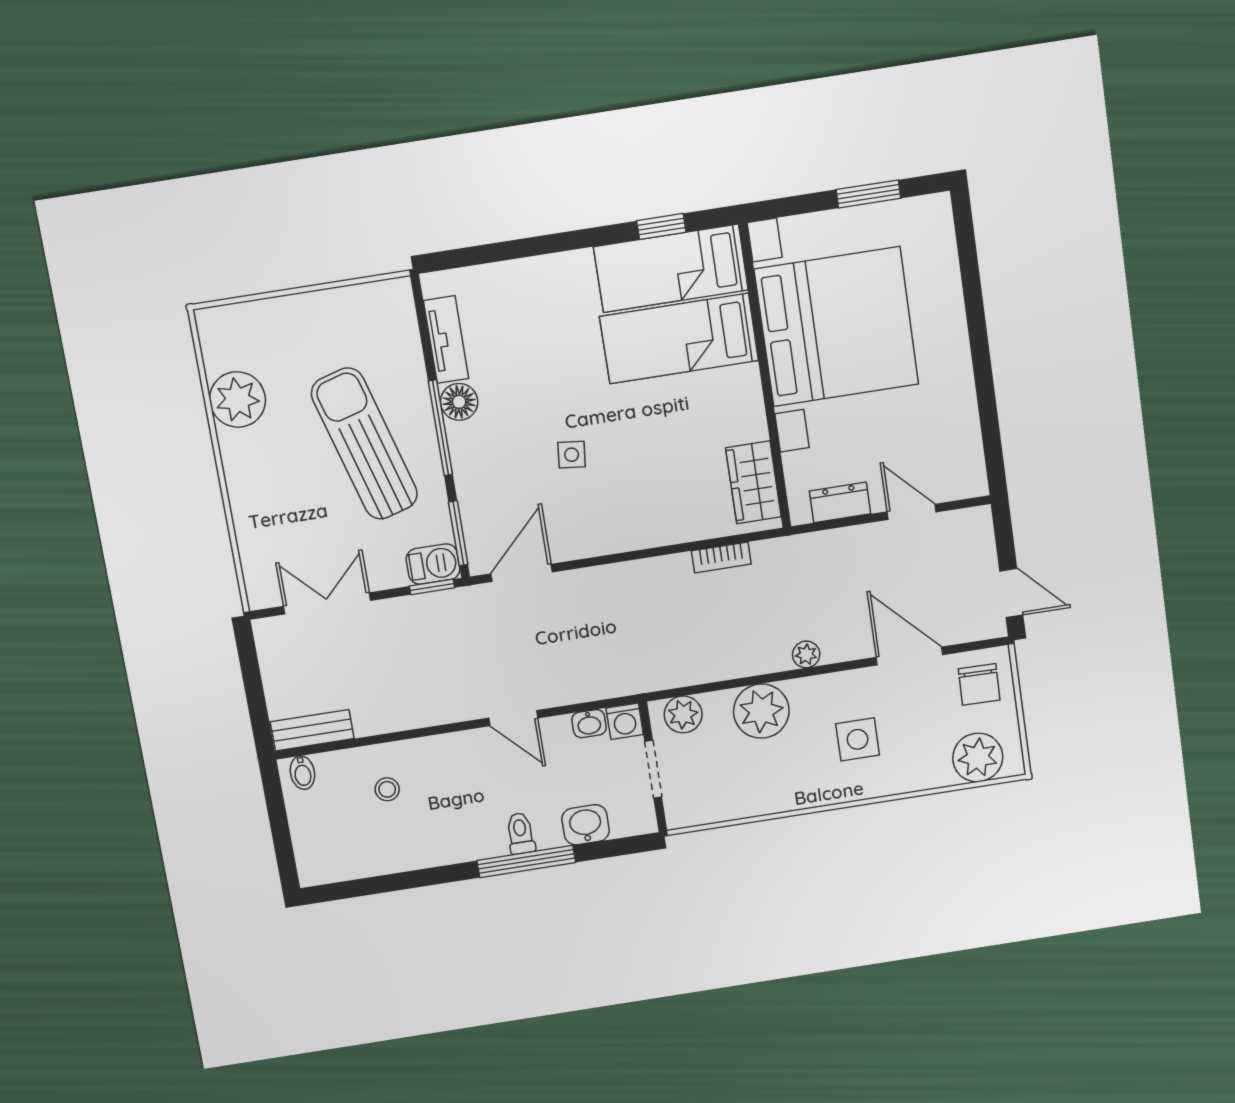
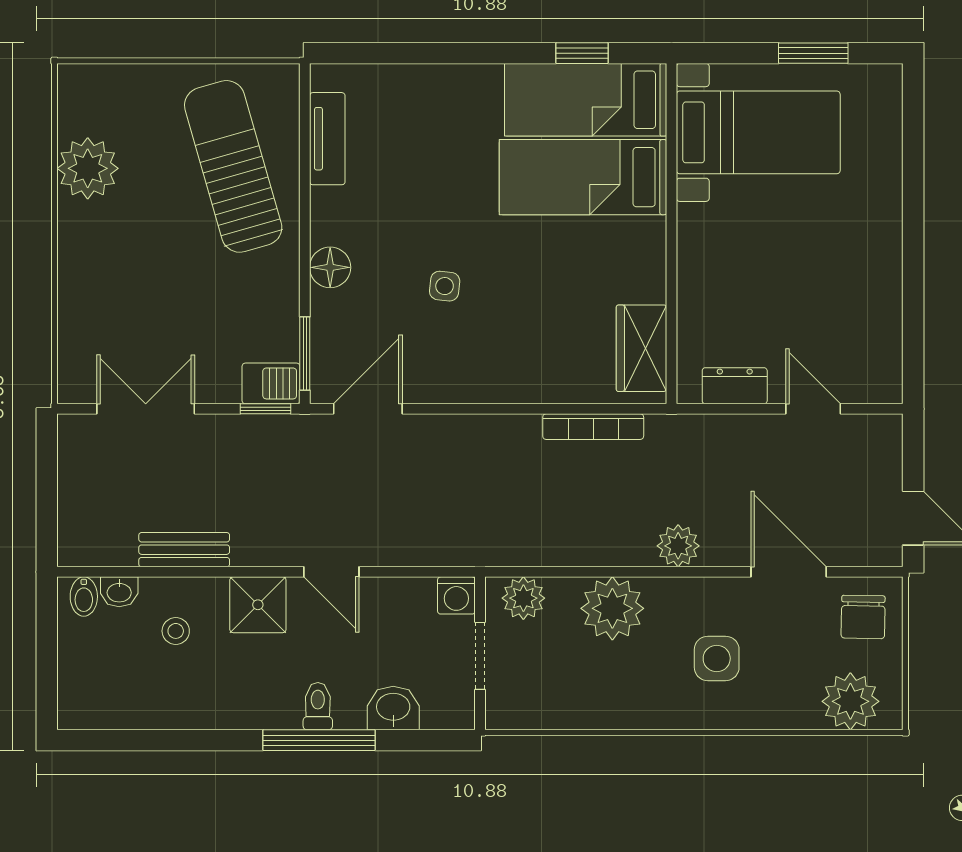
bed with nightstands: (837, 327) -> (758, 132), width x0.54
floor lamp: (459, 402) -> (330, 267), moved
window: (440, 428) -> (305, 234), removed
sun lounger: (364, 444) -> (233, 166), moved
bookcase: (721, 557) -> (593, 427), width x1.56
plant: (806, 654) -> (678, 546), width x1.38, depth x1.38
washbasin: (589, 724) -> (119, 592), moved
bench: (312, 730) -> (184, 550), moved
shower: (454, 756) -> (258, 605), added

